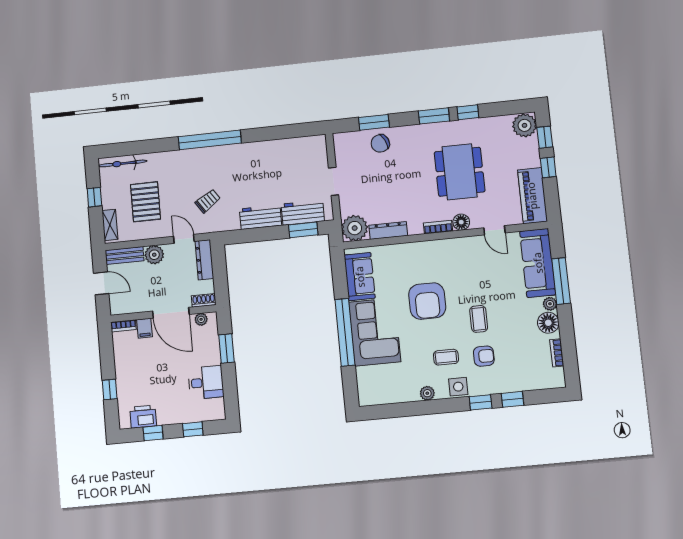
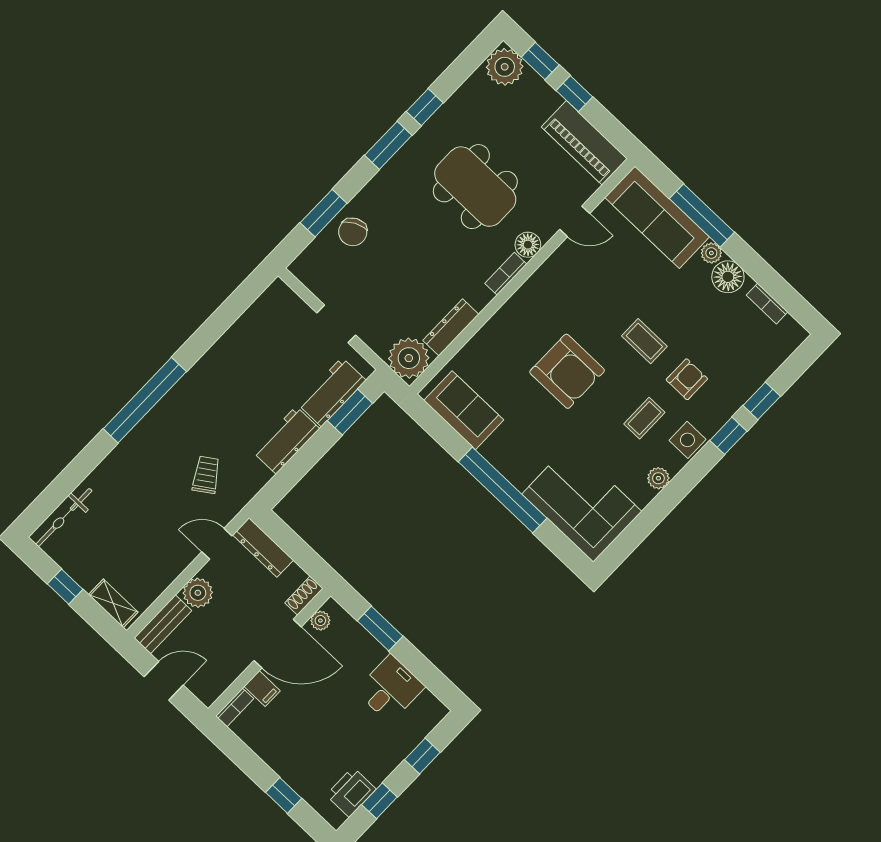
pallet: (146, 202) -> (132, 539), removed
corner sofa: (375, 332) -> (582, 503), moved

